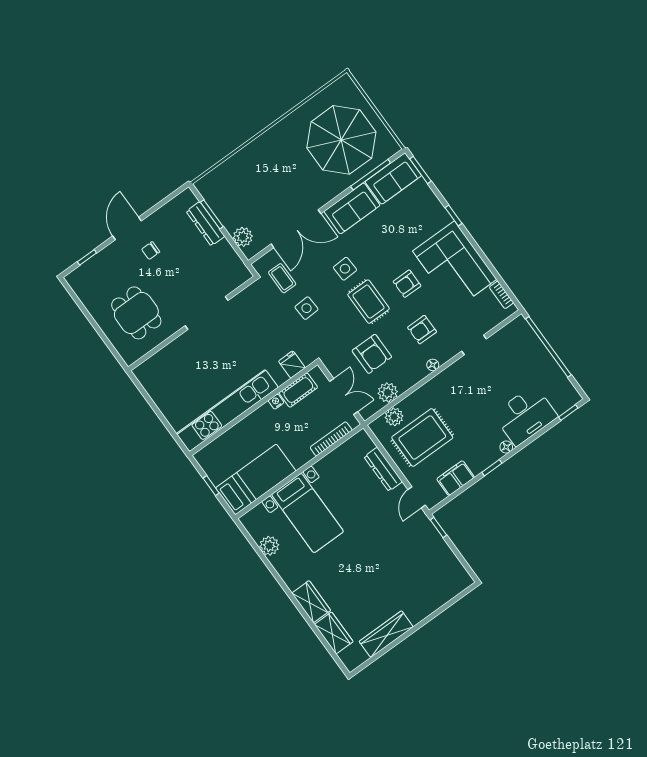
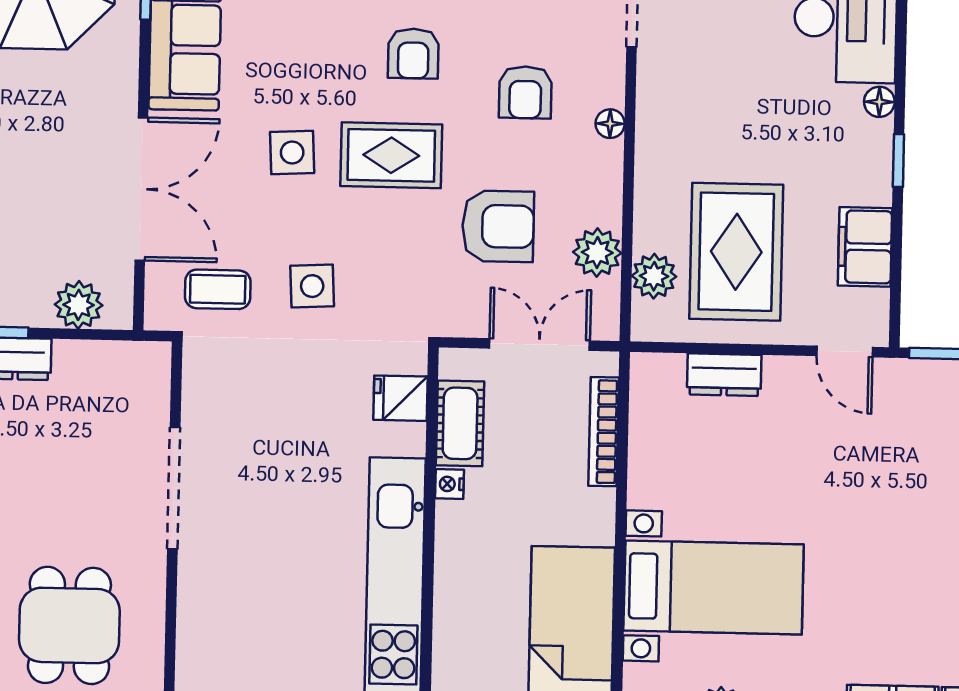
dining table: (136, 313) -> (69, 625), turned 90
dresser: (383, 469) -> (724, 375), width x0.70

